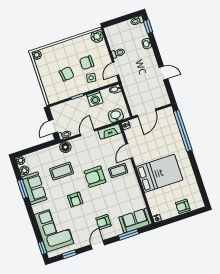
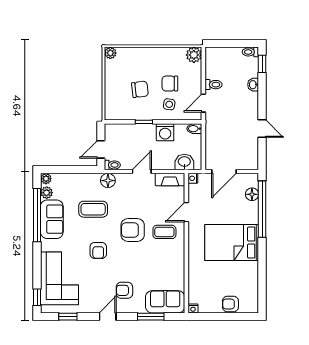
floor lamp: (172, 123) -> (252, 194), added
bed: (159, 173) -> (232, 243), moved, turned 180
window: (23, 189) -> (37, 215), width x2.11

